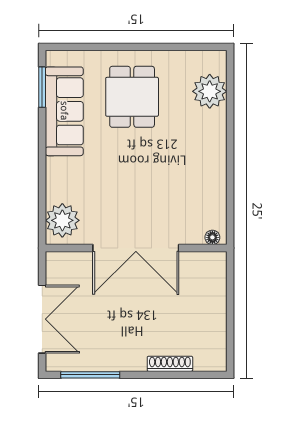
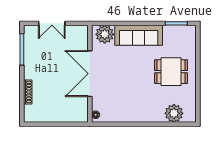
sofa: (64, 111) -> (139, 35), moved
double door: (42, 319) -> (52, 23), width x0.73

